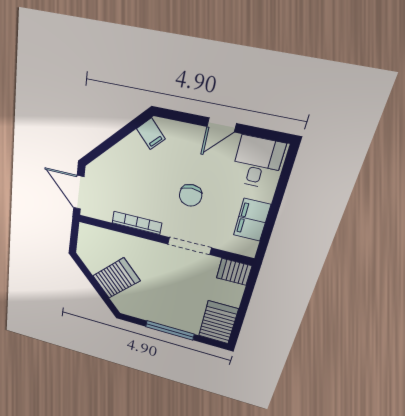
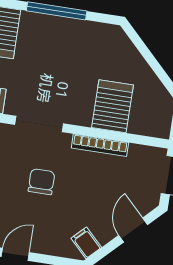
door: (107, 144) -> (133, 230), added
server rack: (116, 278) -> (113, 106), moved, turned 135

